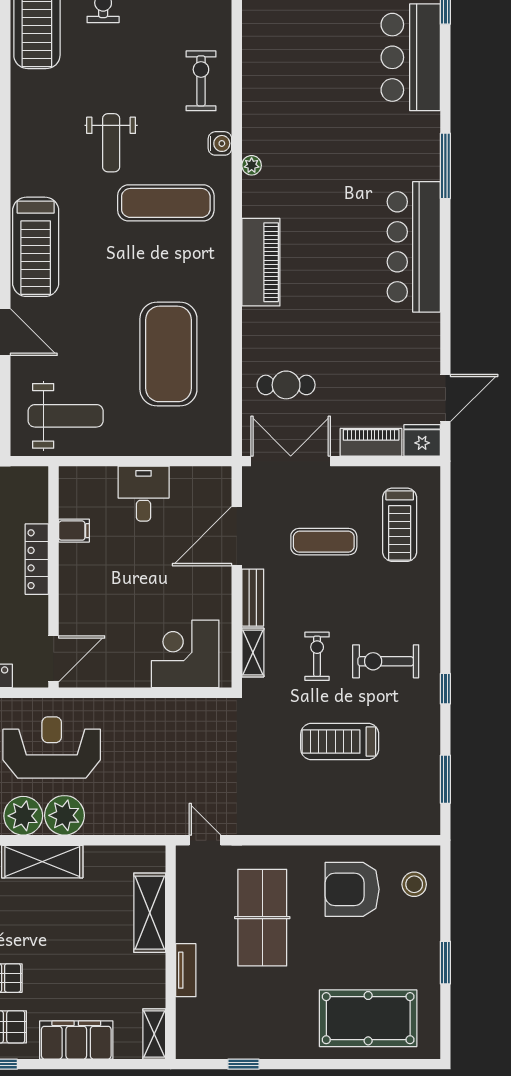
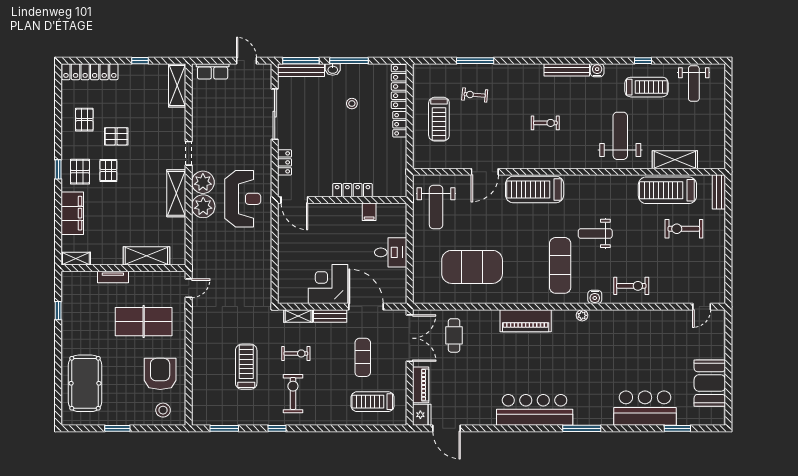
corner desk: (185, 654) -> (328, 284), moved, turned -90

